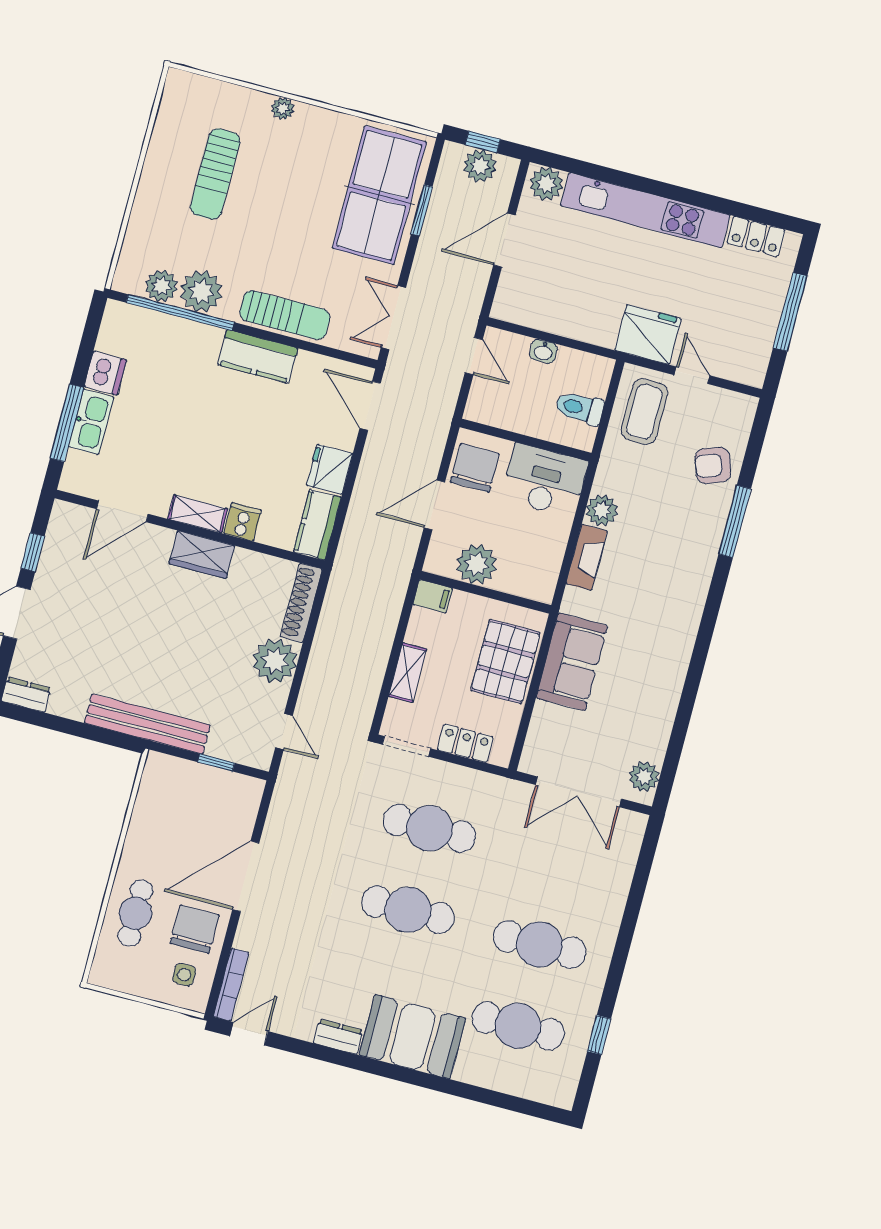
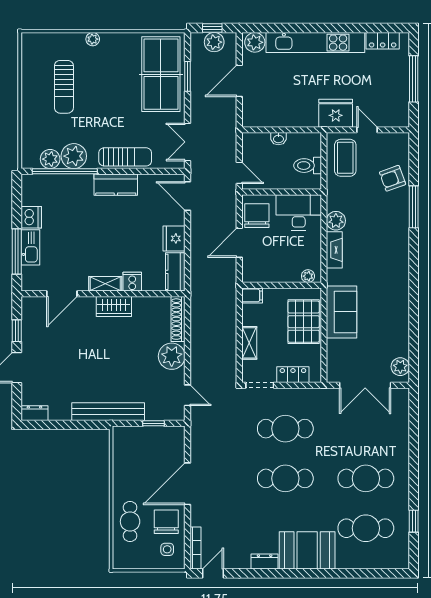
door: (474, 356) -> (239, 173), moved
plant: (477, 564) -> (308, 276), moved, width x0.53, depth x0.53

